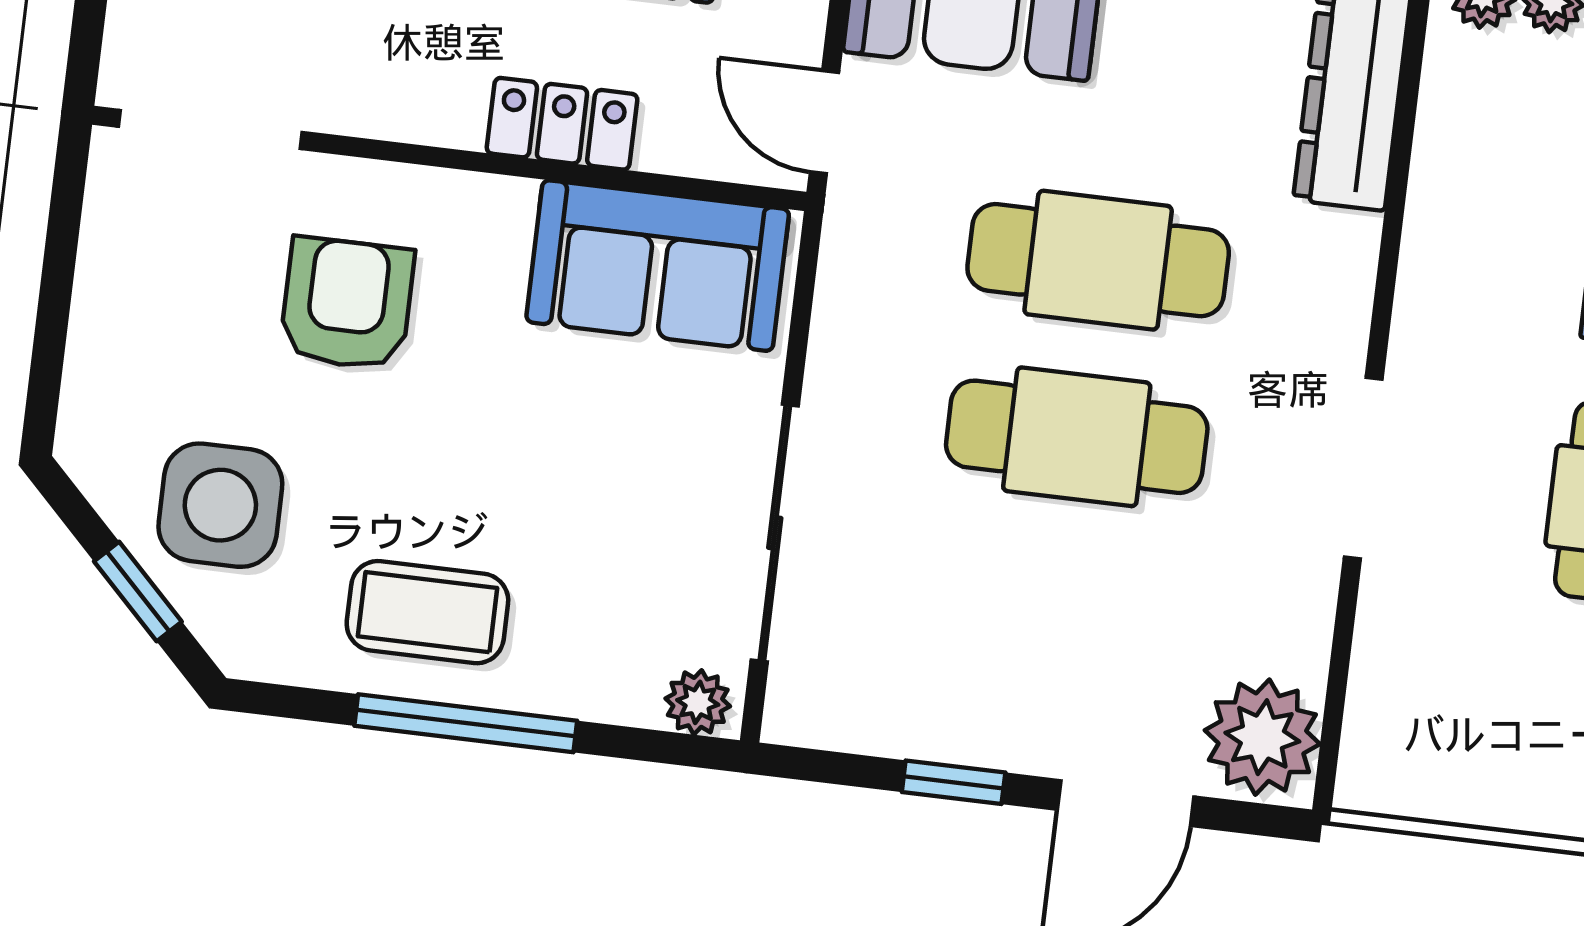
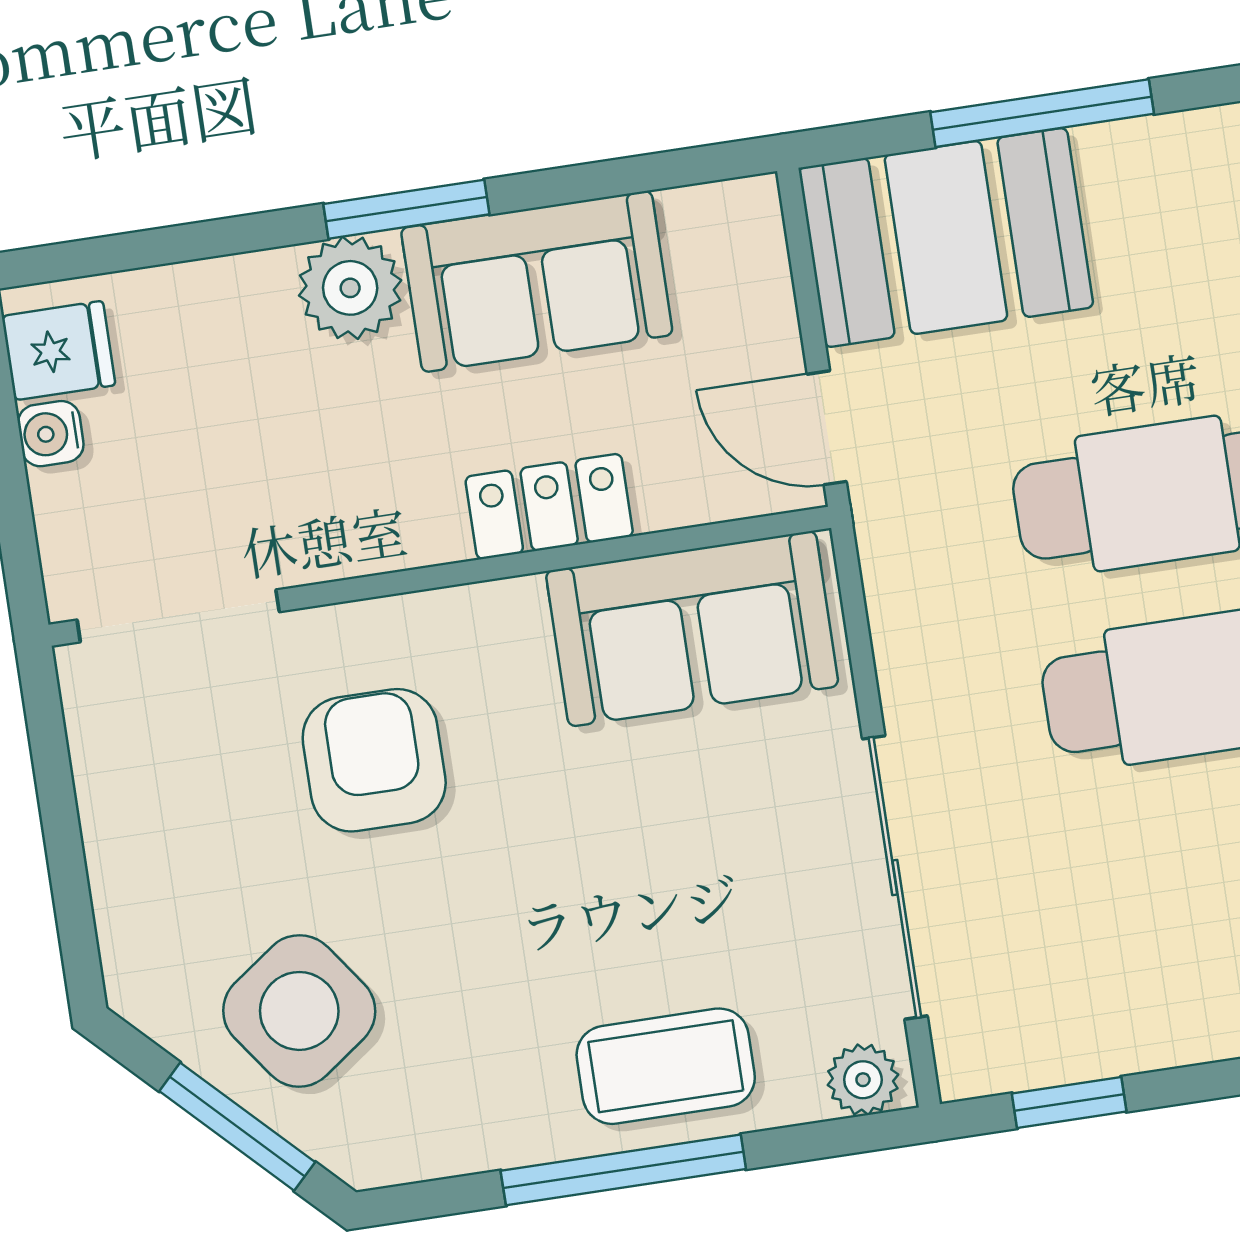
side table: (220, 505) -> (299, 1011), turned -36
window: (138, 591) -> (237, 1127), width x1.50
coffee table: (427, 612) -> (666, 1066), moved
window: (954, 782) -> (1069, 1102), moved

